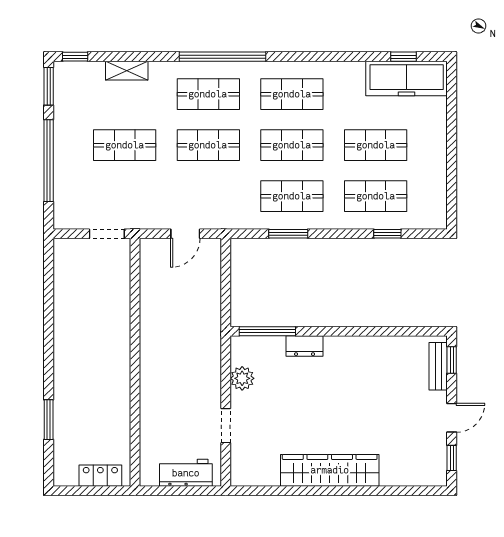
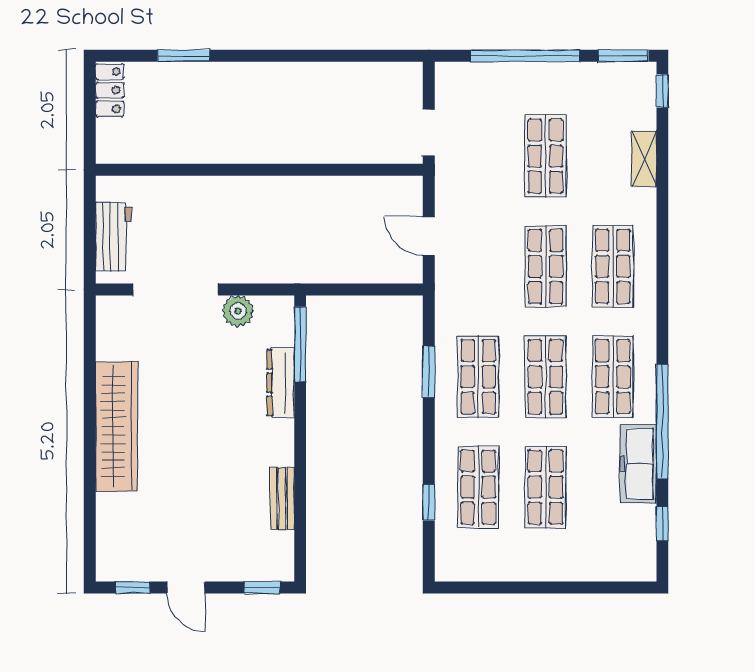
window: (222, 57) -> (662, 422), moved
freezer: (407, 78) -> (638, 464), moved, width x0.73, depth x0.79
dresser: (305, 346) -> (281, 383), width x1.44
bench: (438, 366) -> (282, 498), moved, turned 90
doorway: (226, 426) -> (175, 289), width x1.88
locker: (100, 476) -> (110, 90), moved

